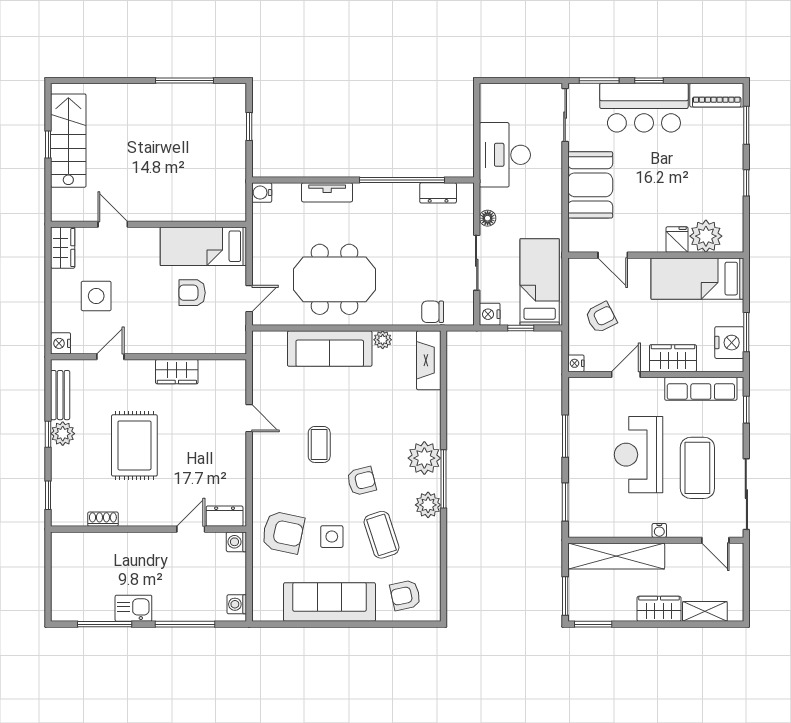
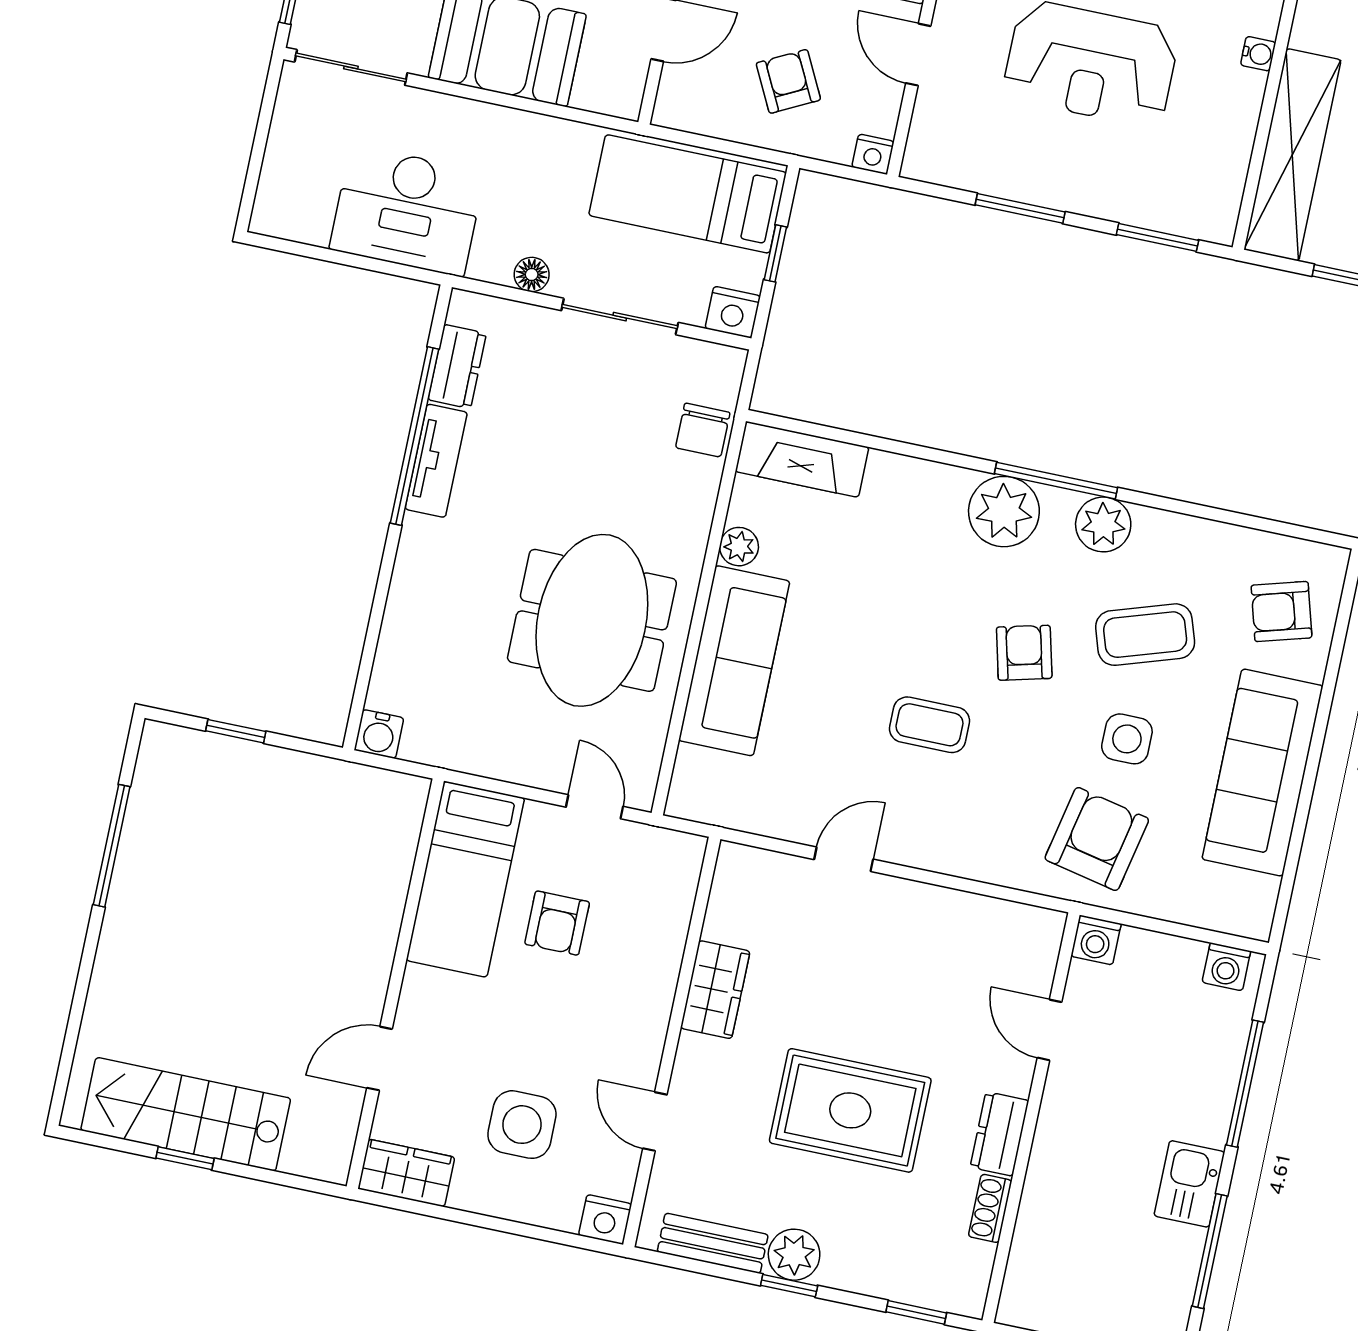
tv unit: (327, 192) -> (436, 461), moved
dresser: (225, 516) -> (999, 1134), moved
armchair: (405, 595) -> (1281, 612), turned 86

